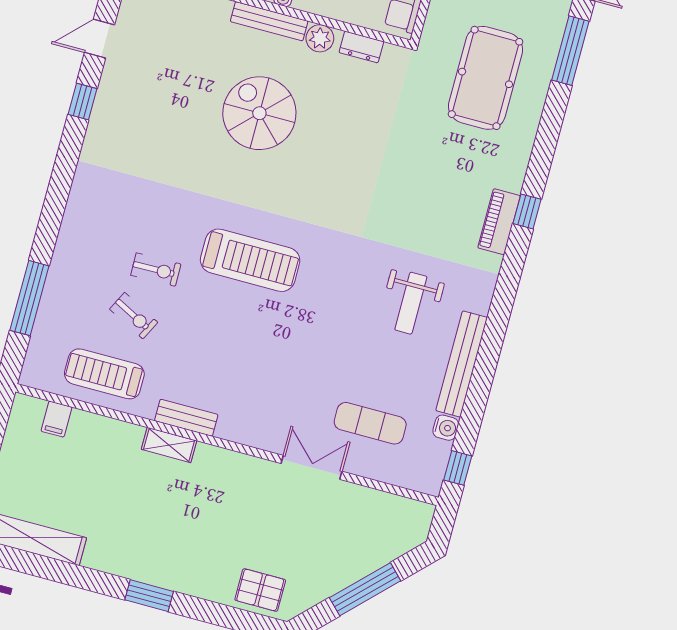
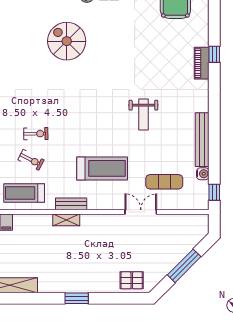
treadmill: (250, 260) -> (102, 168), moved
weight bench: (411, 303) -> (143, 115), moved

